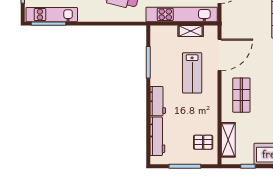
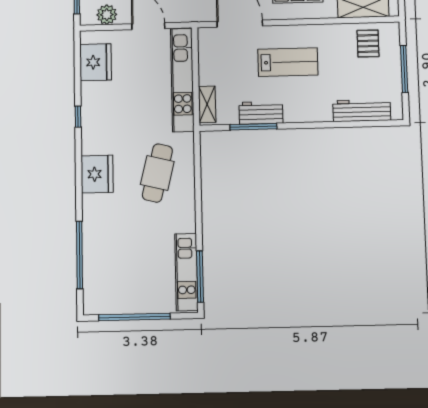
shelving: (191, 31) -> (207, 104), moved
lab bench: (192, 73) -> (288, 62), moved
workbench: (158, 101) -> (261, 113), moved

